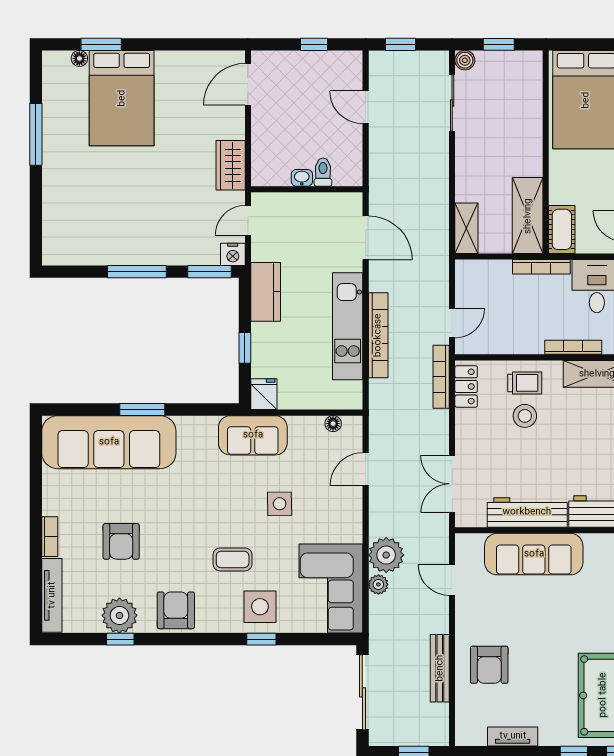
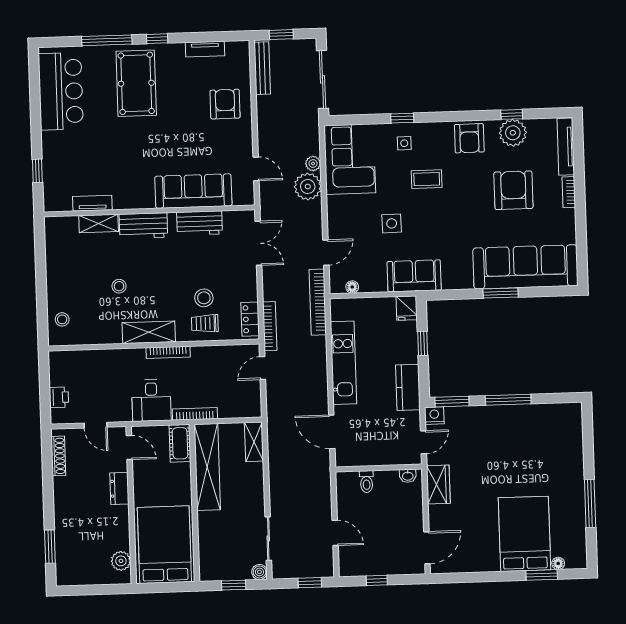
washbasin: (302, 178) -> (408, 476), moved
shelving: (528, 216) -> (207, 467), width x1.47
bookcase: (378, 335) -> (318, 302), moved
workbench: (527, 512) -> (200, 223), width x0.73
armchair: (121, 541) -> (513, 190), width x1.36, depth x1.36
side table: (260, 607) -> (404, 143), width x0.54, depth x0.54
bench: (440, 668) -> (262, 68), moved

